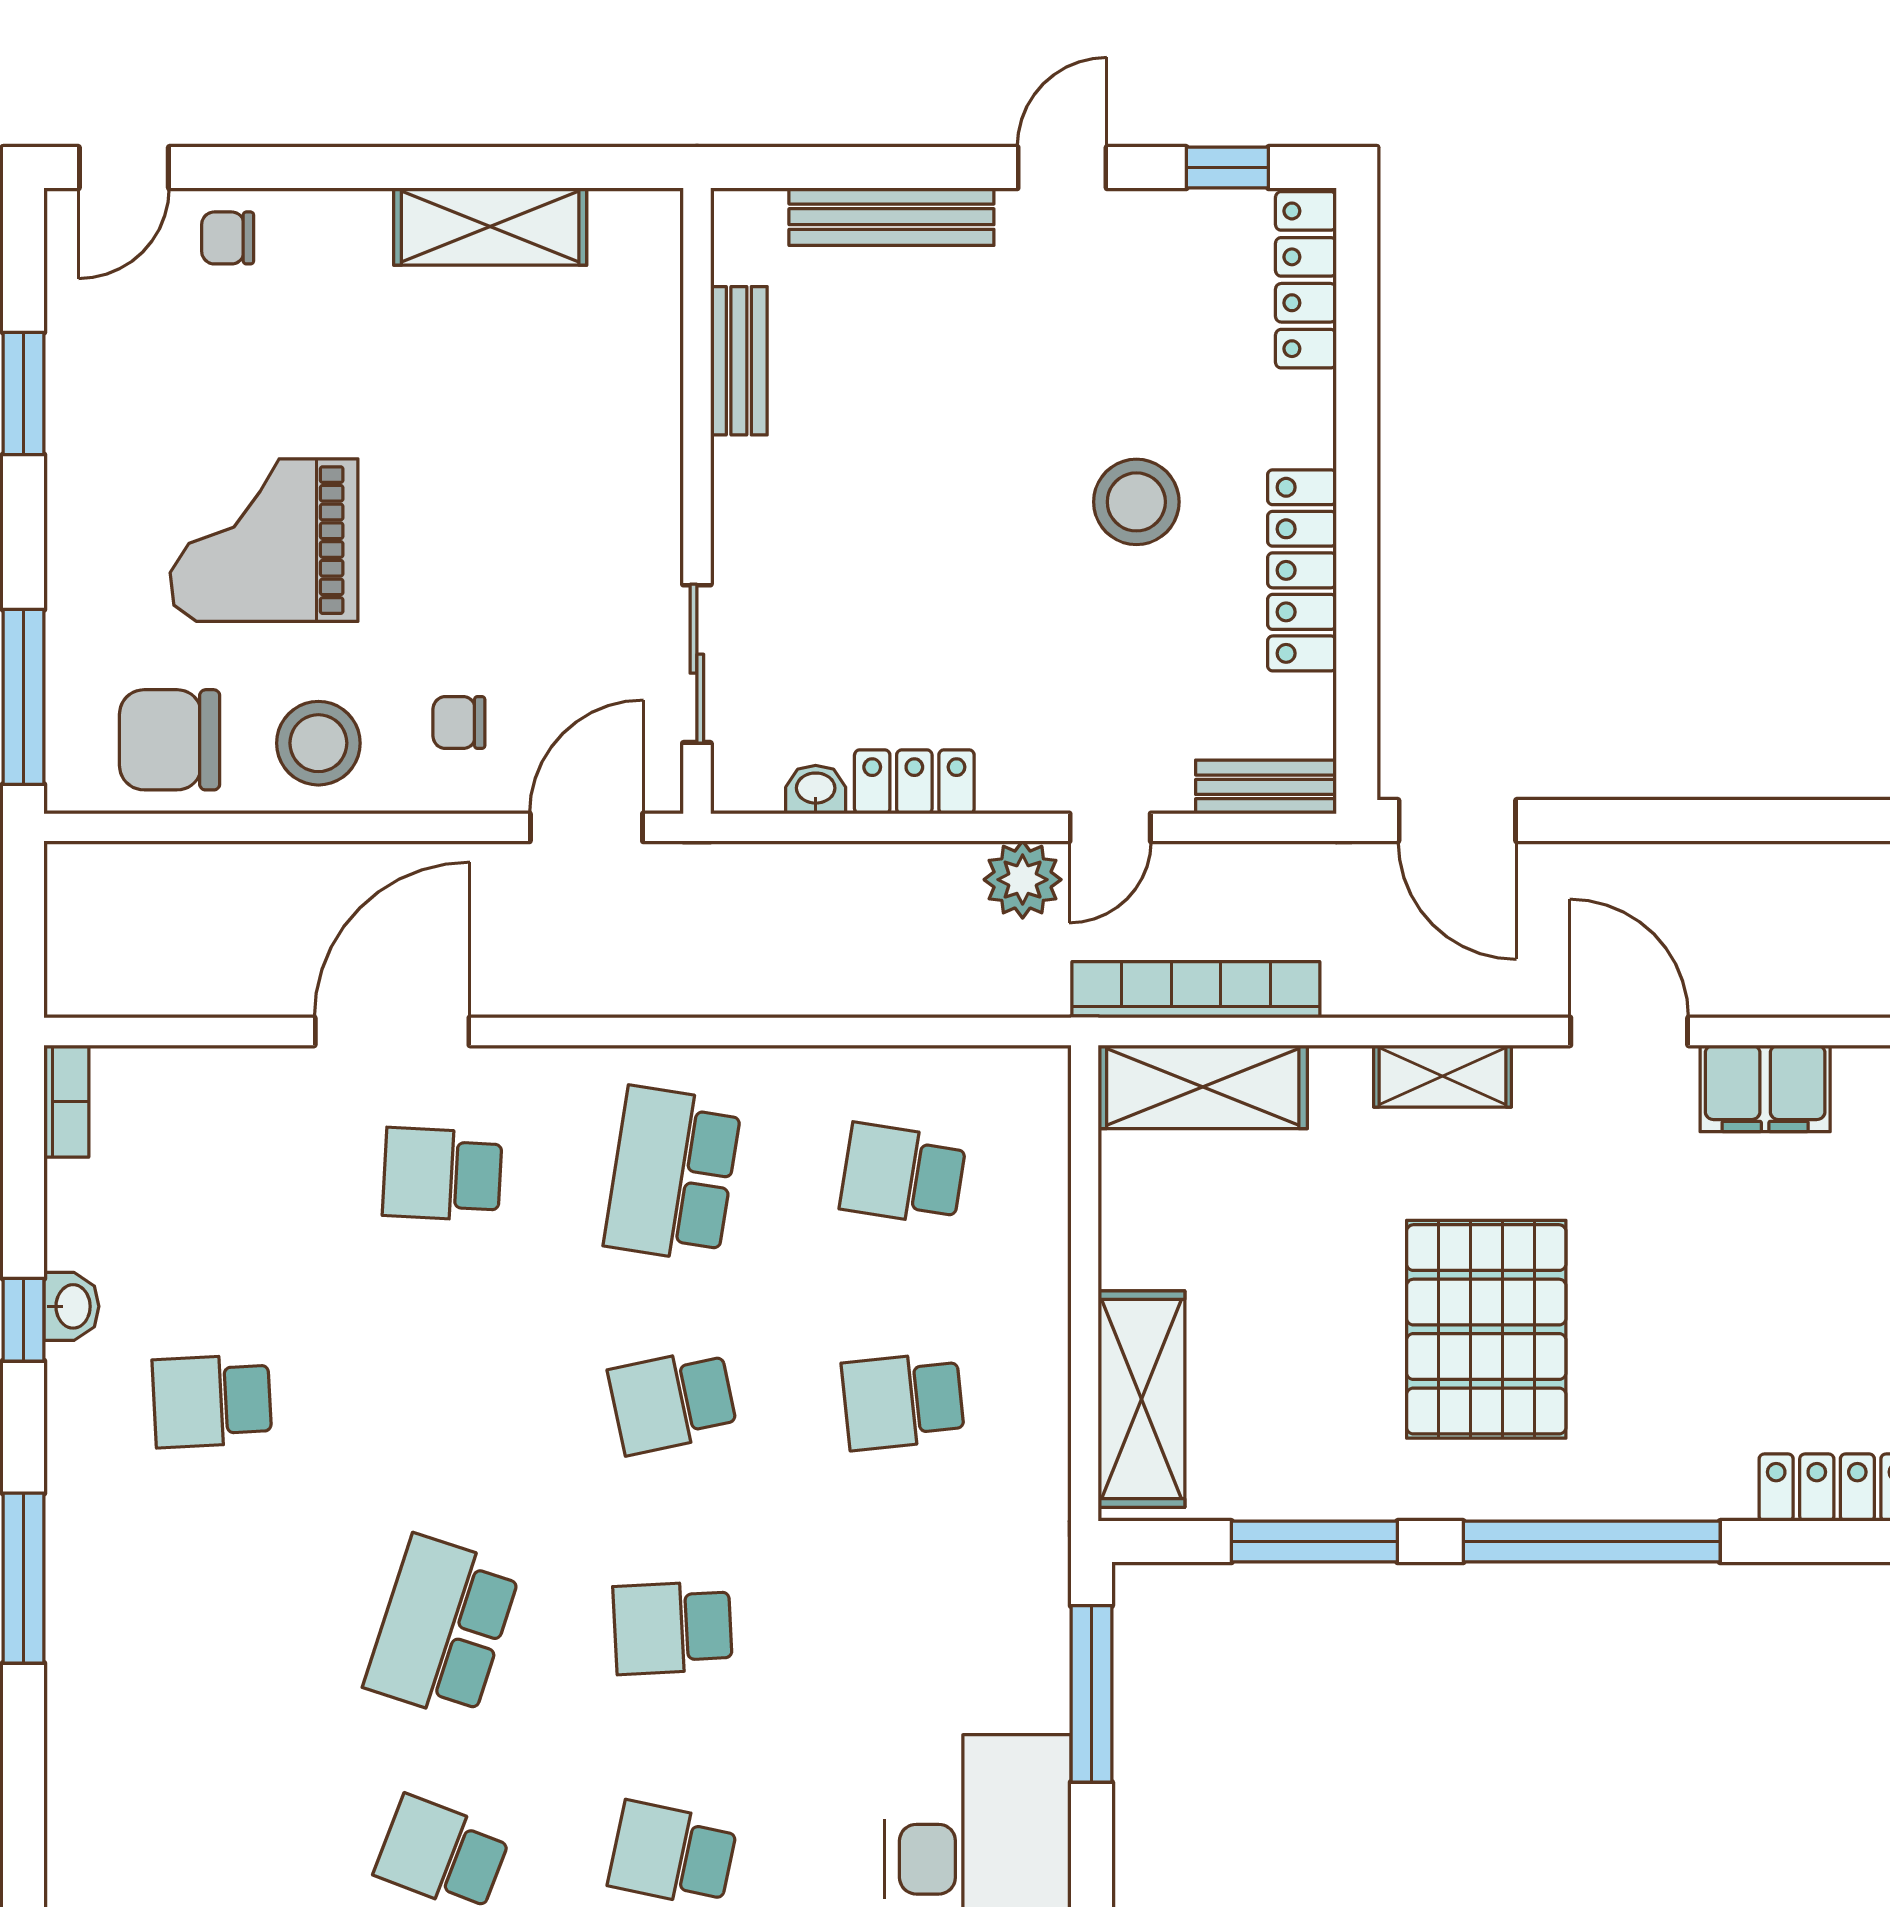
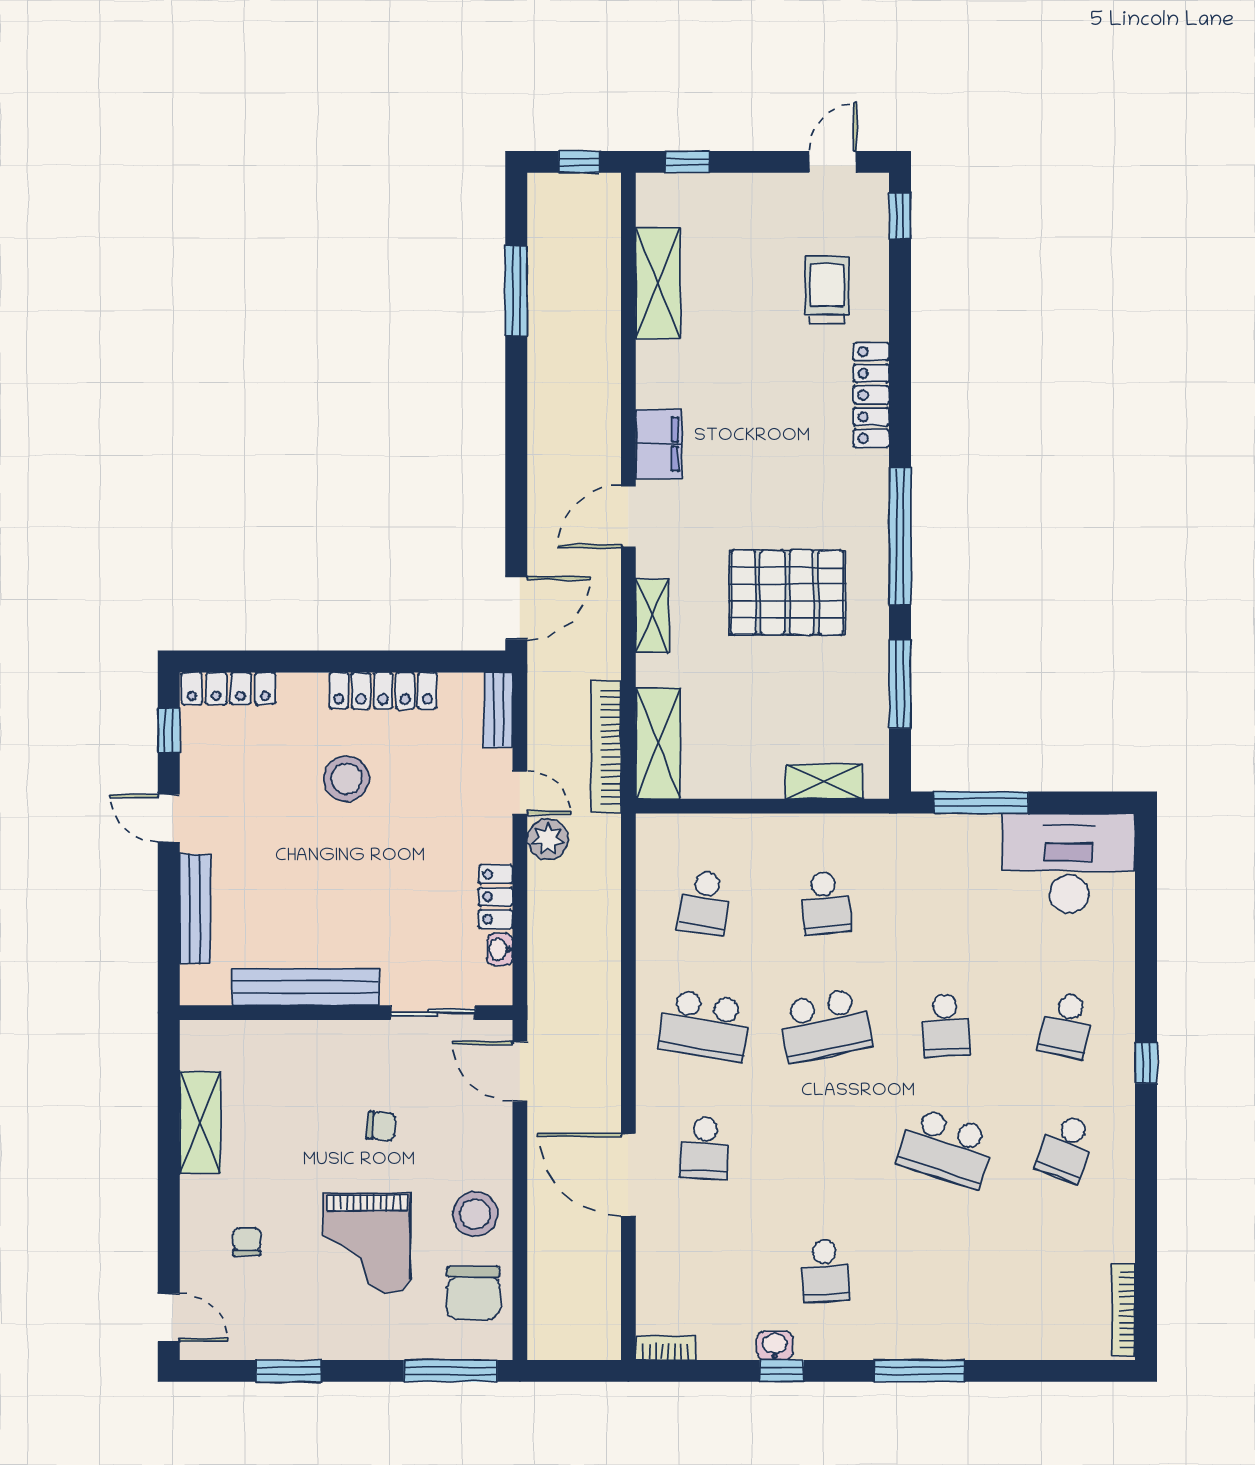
chair: (228, 238) -> (247, 1242), moved, turned 180
bench: (739, 361) -> (306, 987), width x1.86, depth x1.21
chair: (459, 723) -> (381, 1126), moved, turned -85
shelving: (1142, 1399) -> (824, 782), width x0.67, depth x0.75
school desk: (673, 1401) -> (825, 1025), width x1.85

